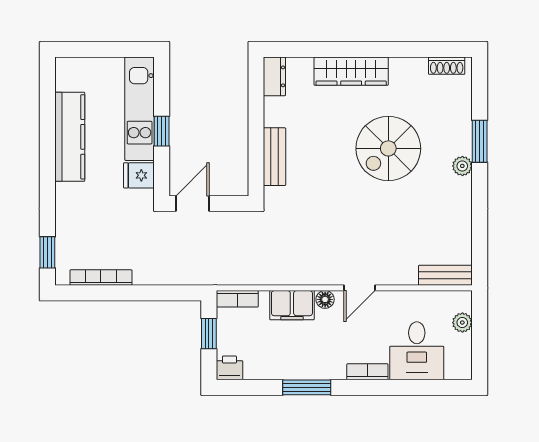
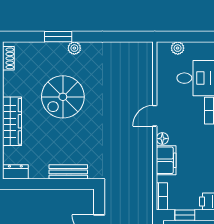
spiral stairs: (388, 148) -> (63, 97), turned 90
bench: (445, 275) -> (146, 59), removed
door: (360, 288) -> (155, 116), swing flipped

